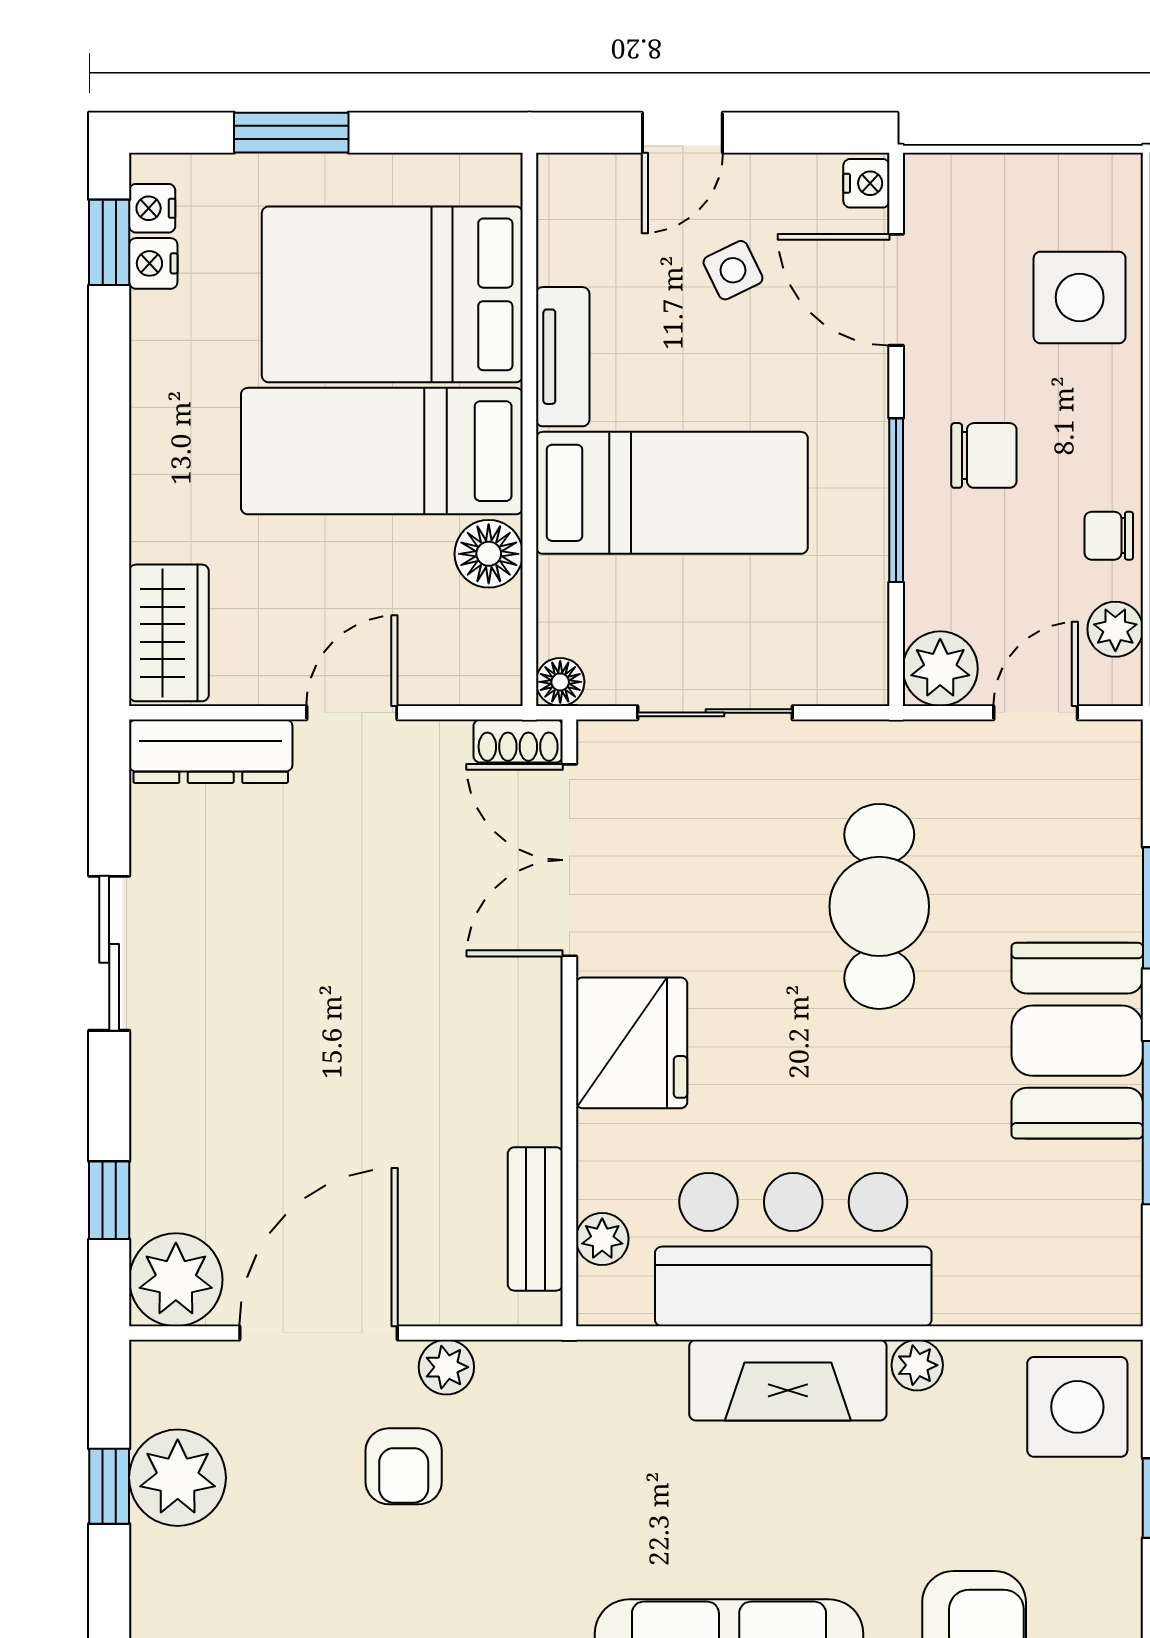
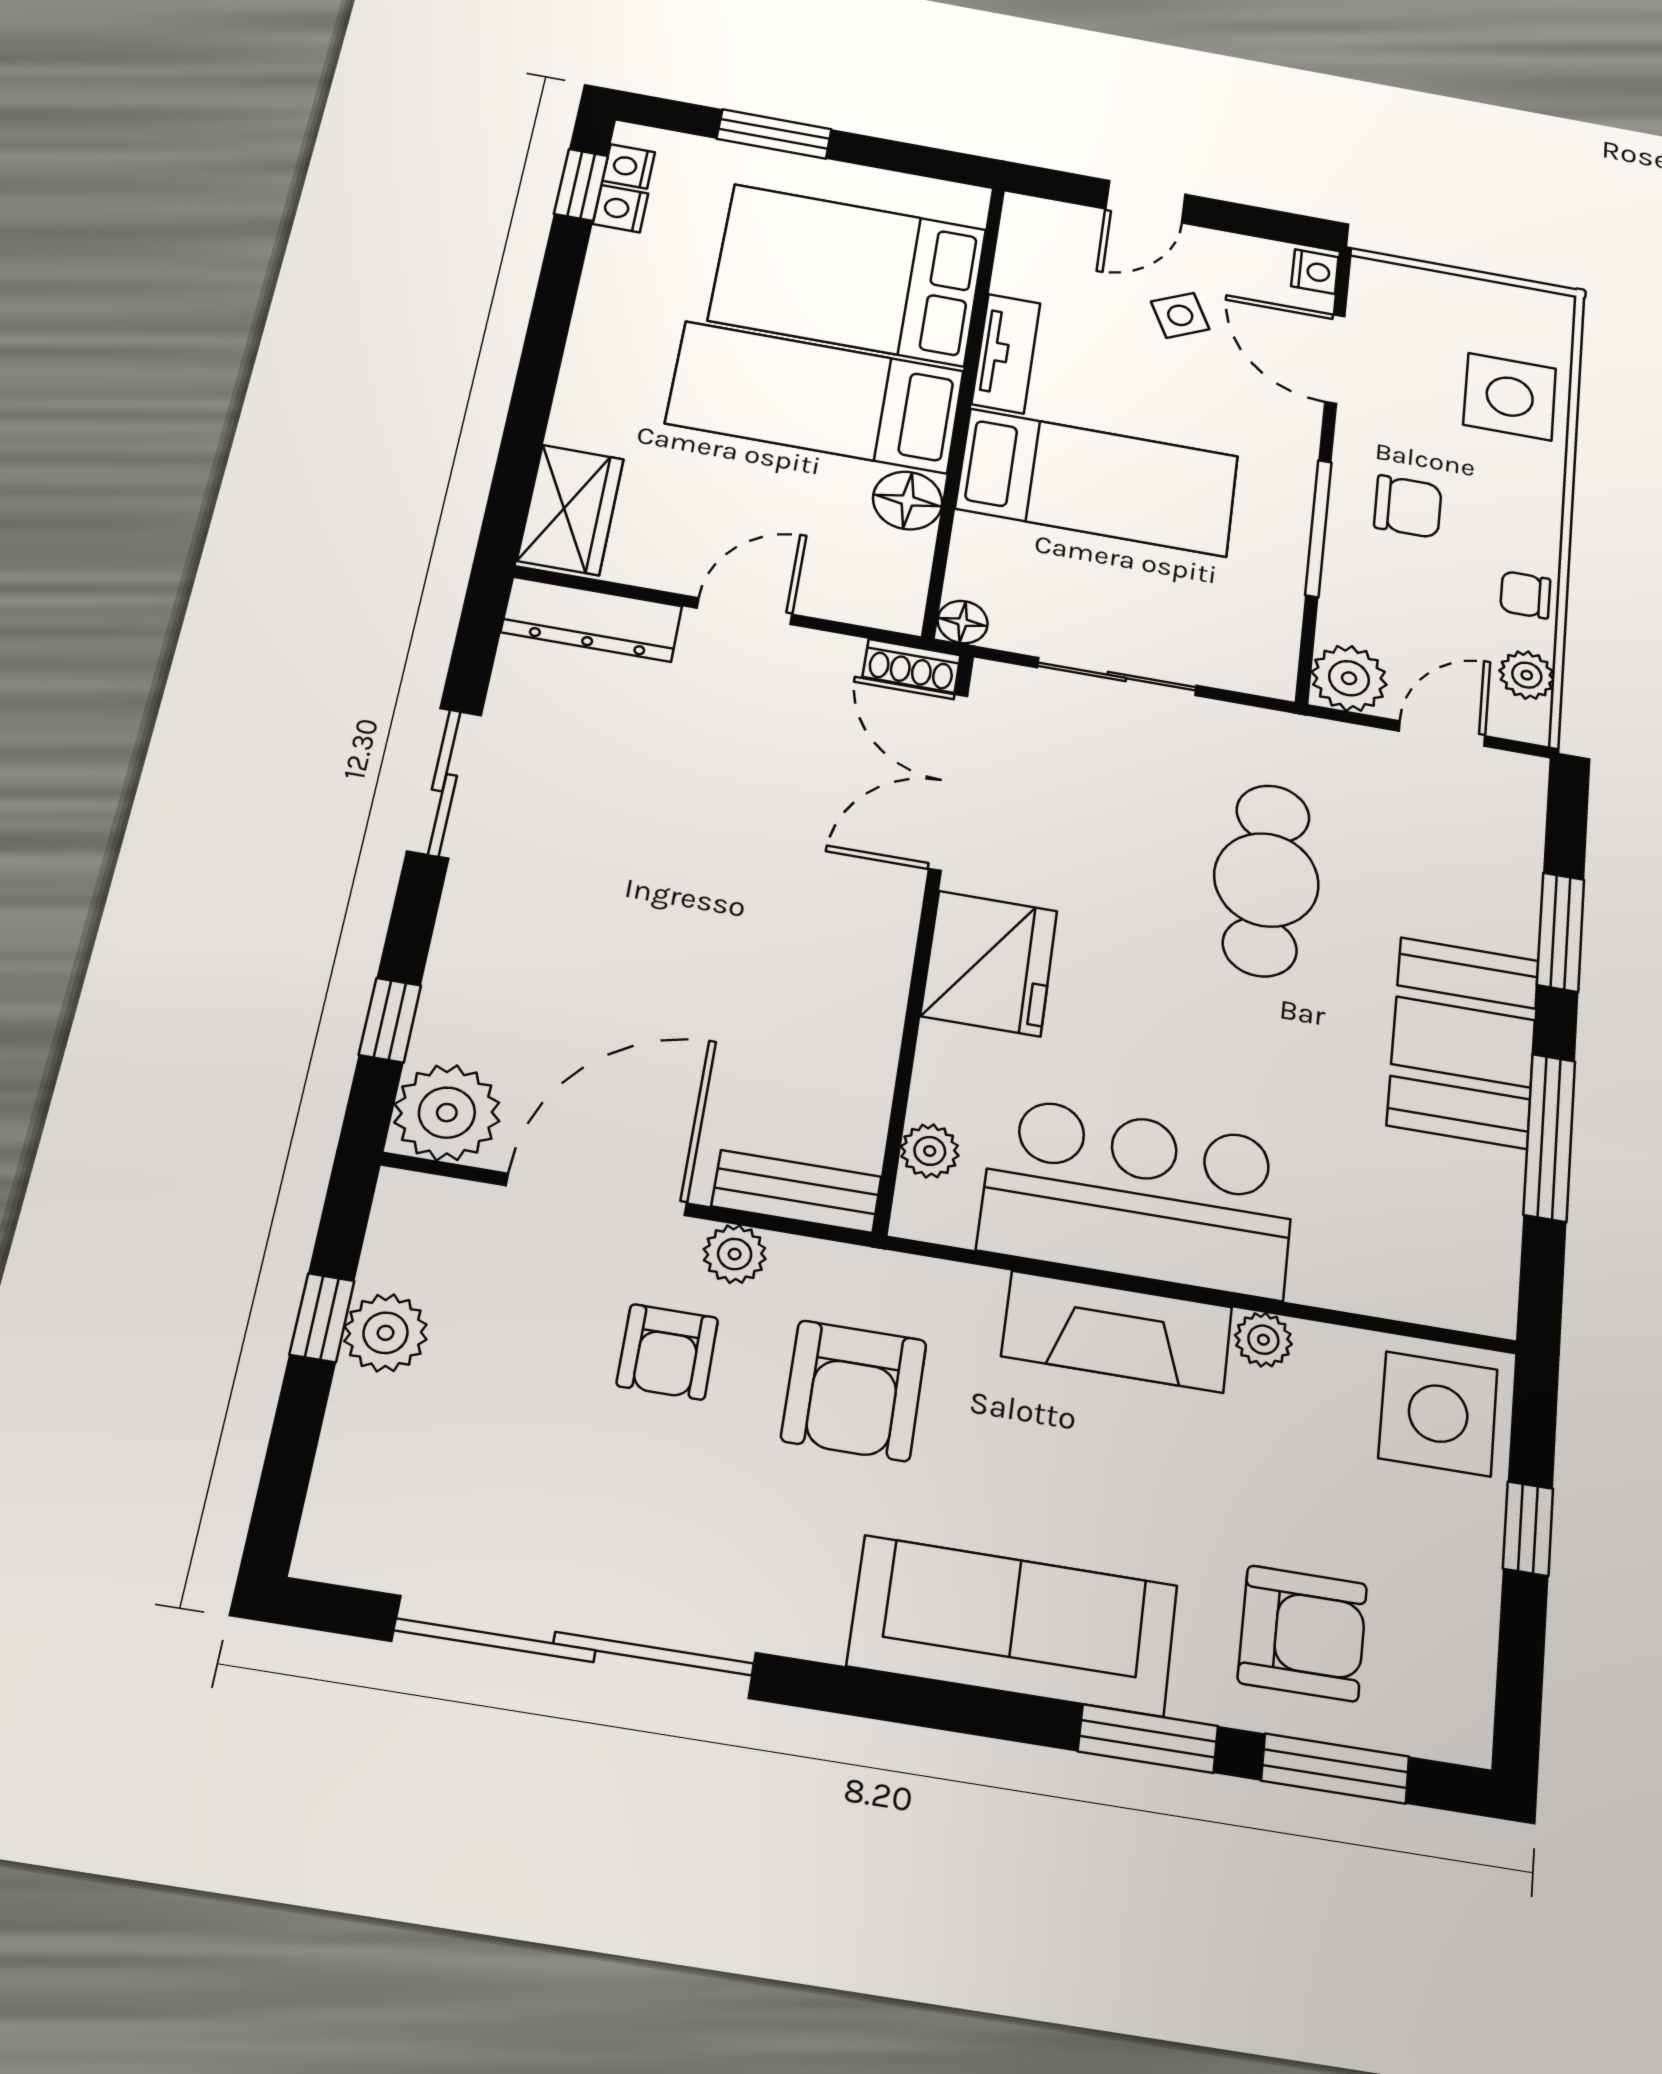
bench: (535, 1219) -> (797, 1191), moved, turned 90
armchair: (567, 1473) -> (854, 1391), added
plant: (178, 1478) -> (385, 1333), width x0.73, depth x0.73

